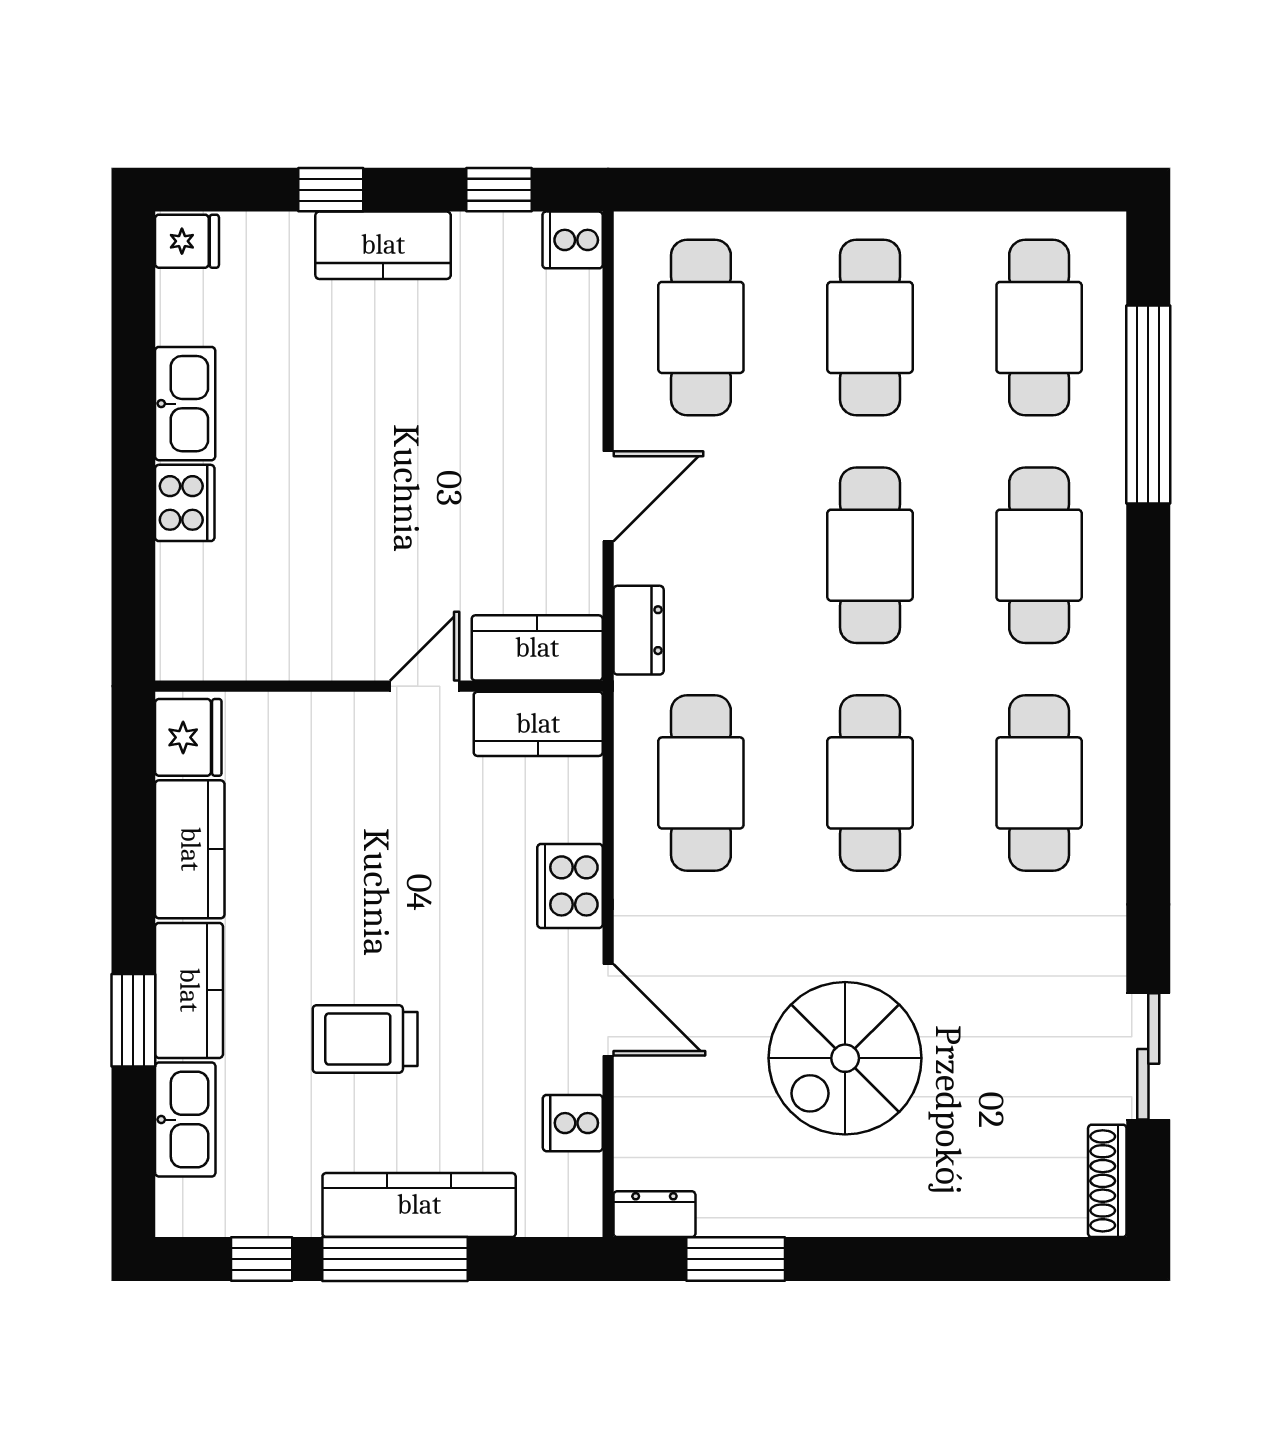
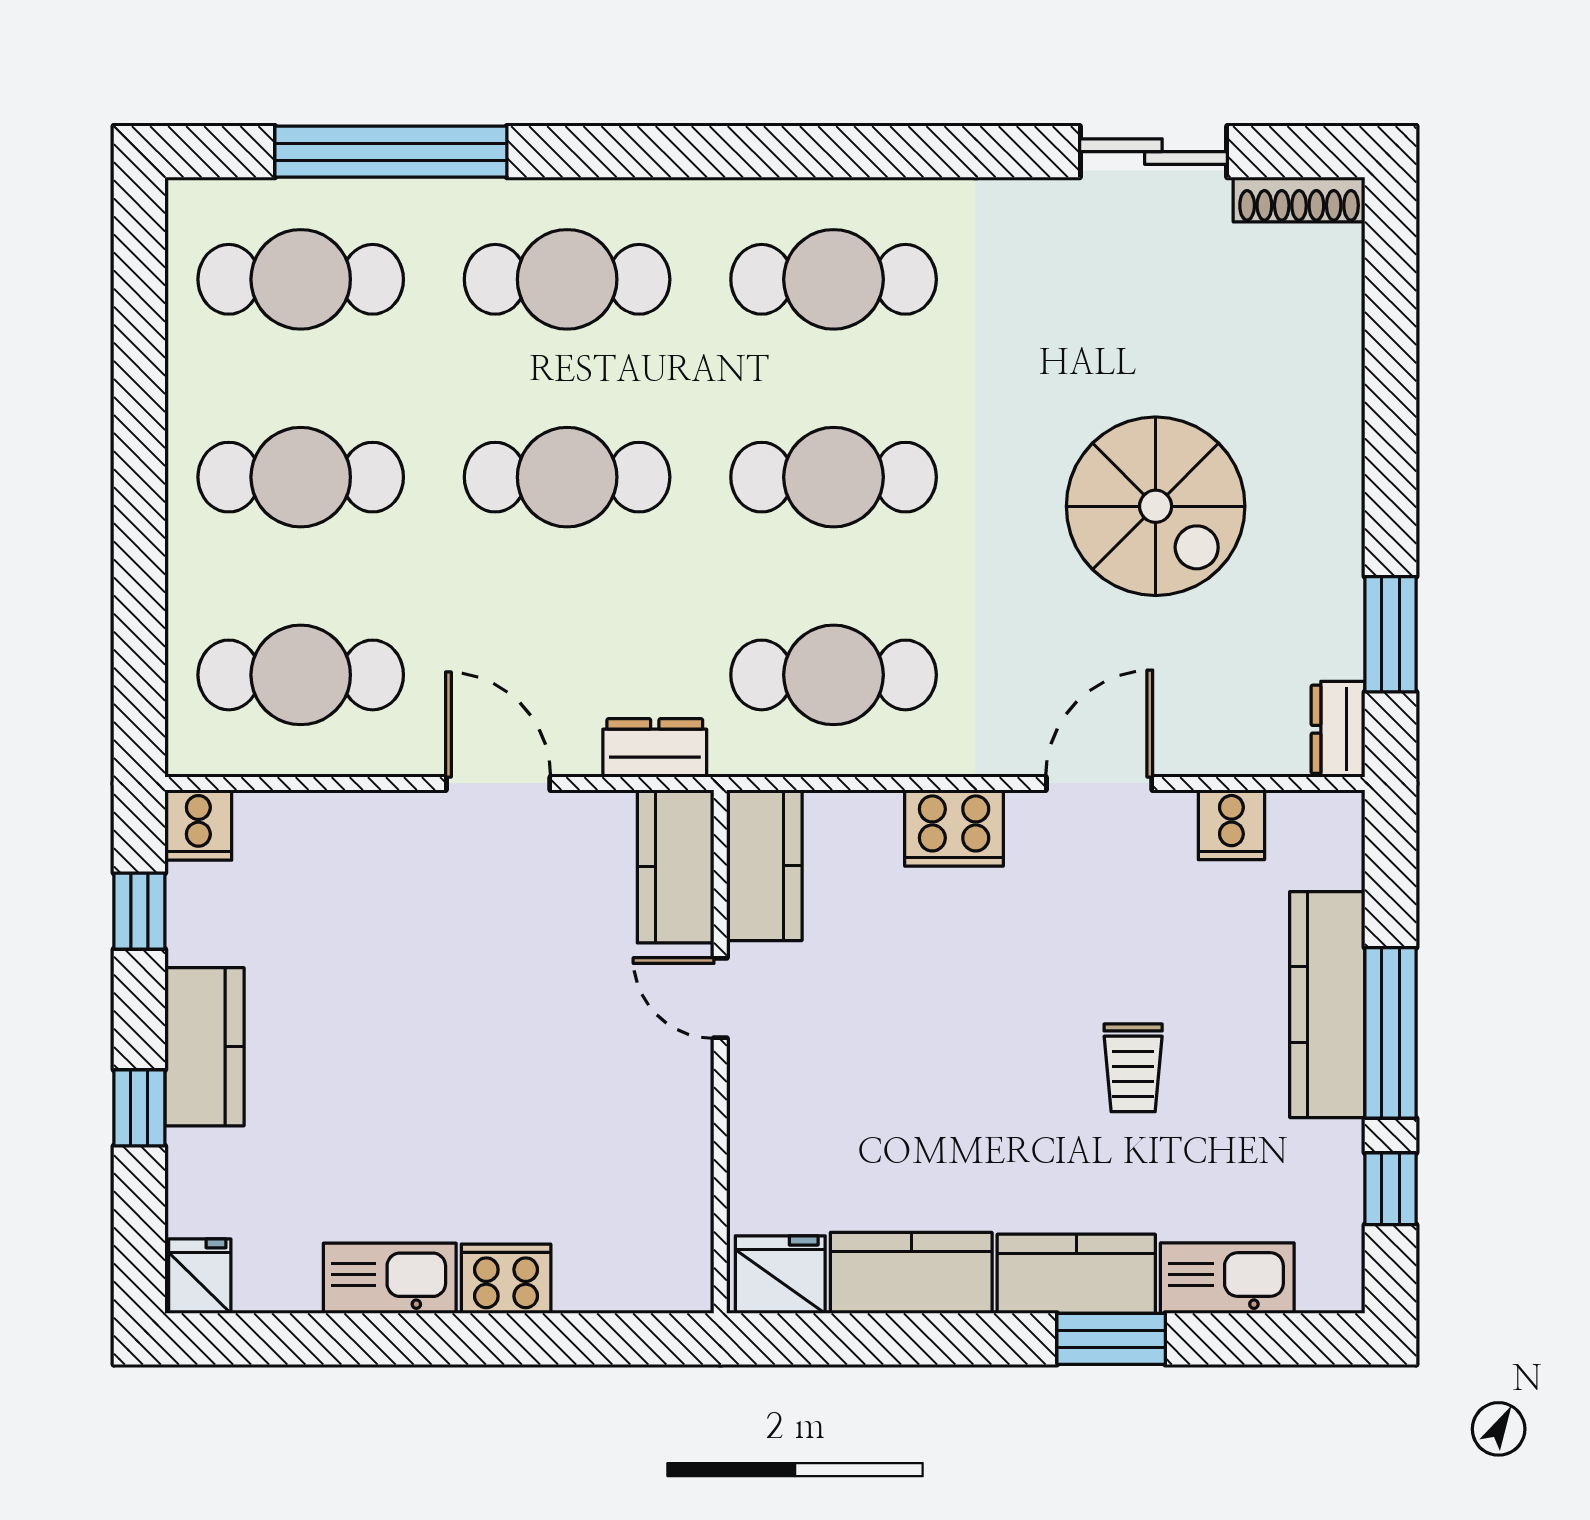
trolley: (365, 1039) -> (1133, 1068), width x0.73, depth x0.72

